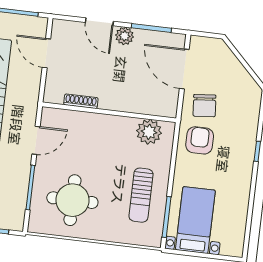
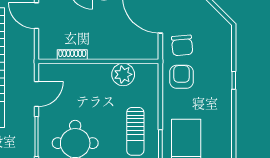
plant: (149, 132) -> (123, 74), moved

